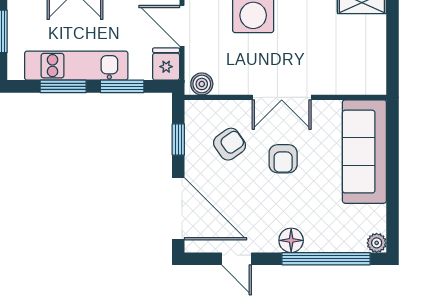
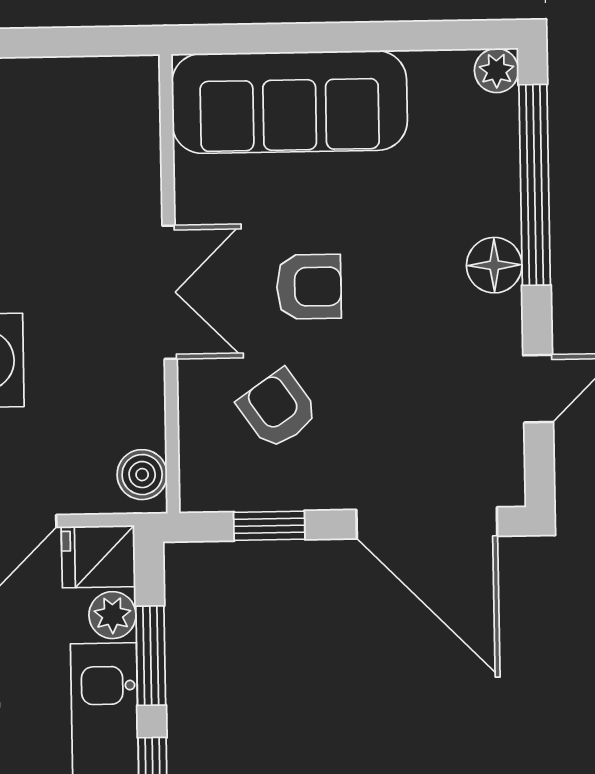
plant: (140, 70) -> (112, 615), added
door: (178, 209) -> (427, 523), swing flipped

